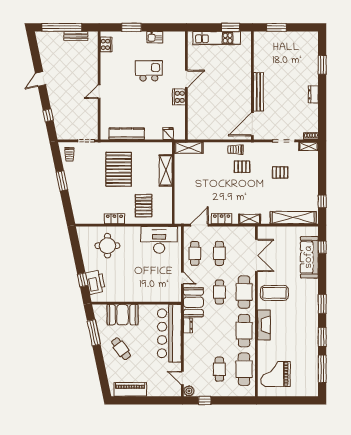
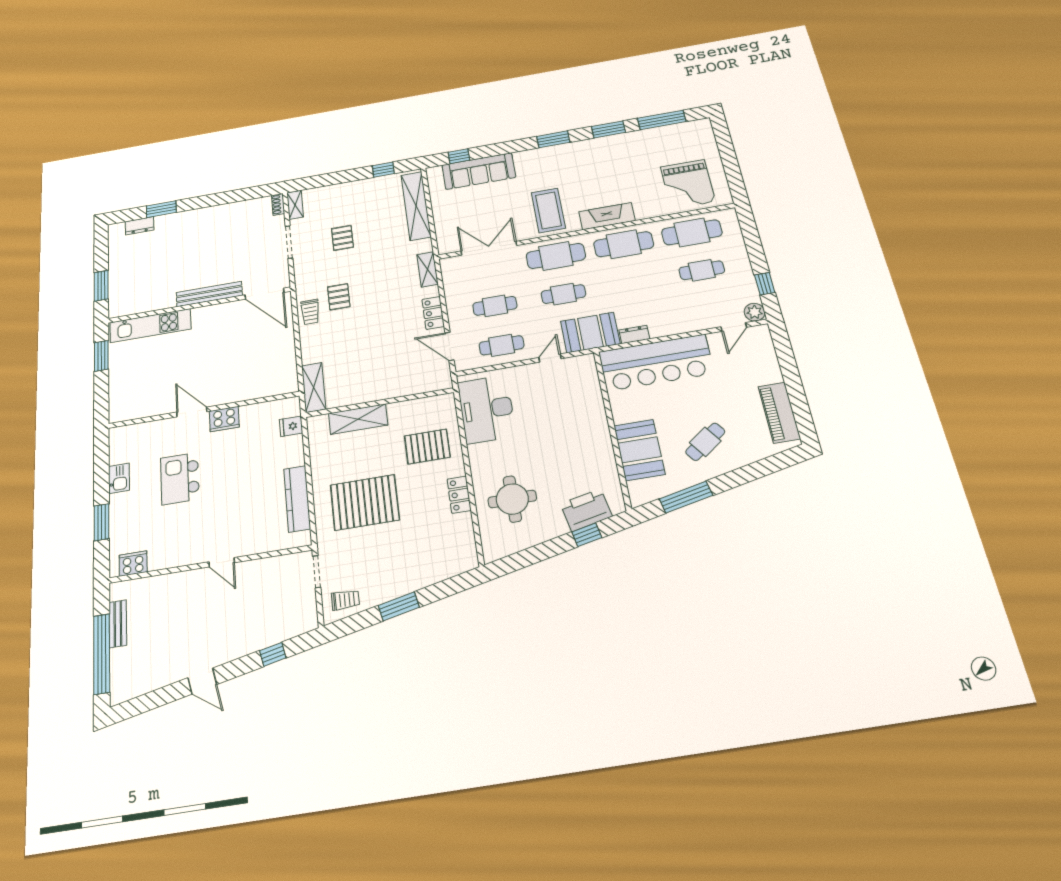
kitchen unit: (217, 38) -> (150, 326), moved, turned 90
dresser: (313, 94) -> (140, 226), moved

